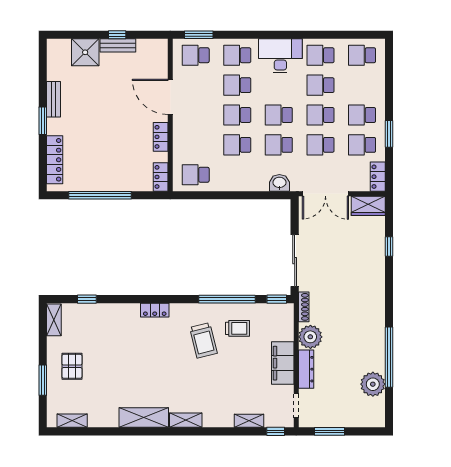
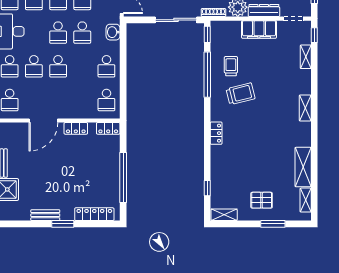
school desk: (237, 145) -> (106, 66), moved
shelving: (144, 418) -> (303, 167), moved

